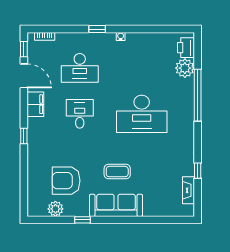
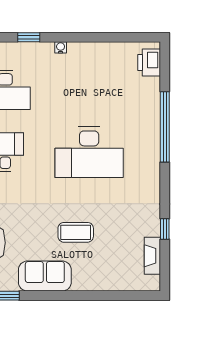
plant: (185, 68) -> (148, 90), removed
coffee table: (117, 172) -> (76, 232), moved
sofa: (116, 205) -> (45, 276), width x0.73

